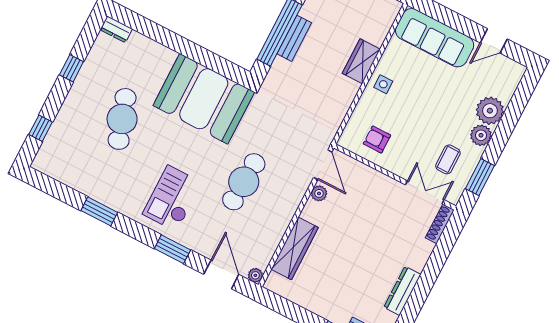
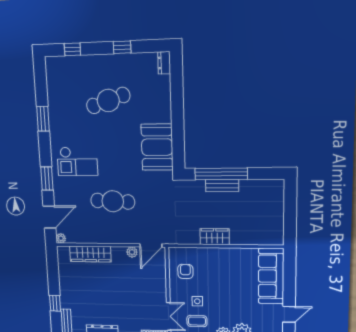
door: (494, 41) -> (289, 314), swing flipped
wardrobe: (361, 61) -> (215, 237), moved
side table: (383, 84) -> (197, 301), moved
booth: (204, 99) -> (157, 147), width x0.73, depth x0.70
checkout: (172, 198) -> (77, 161), turned 180

